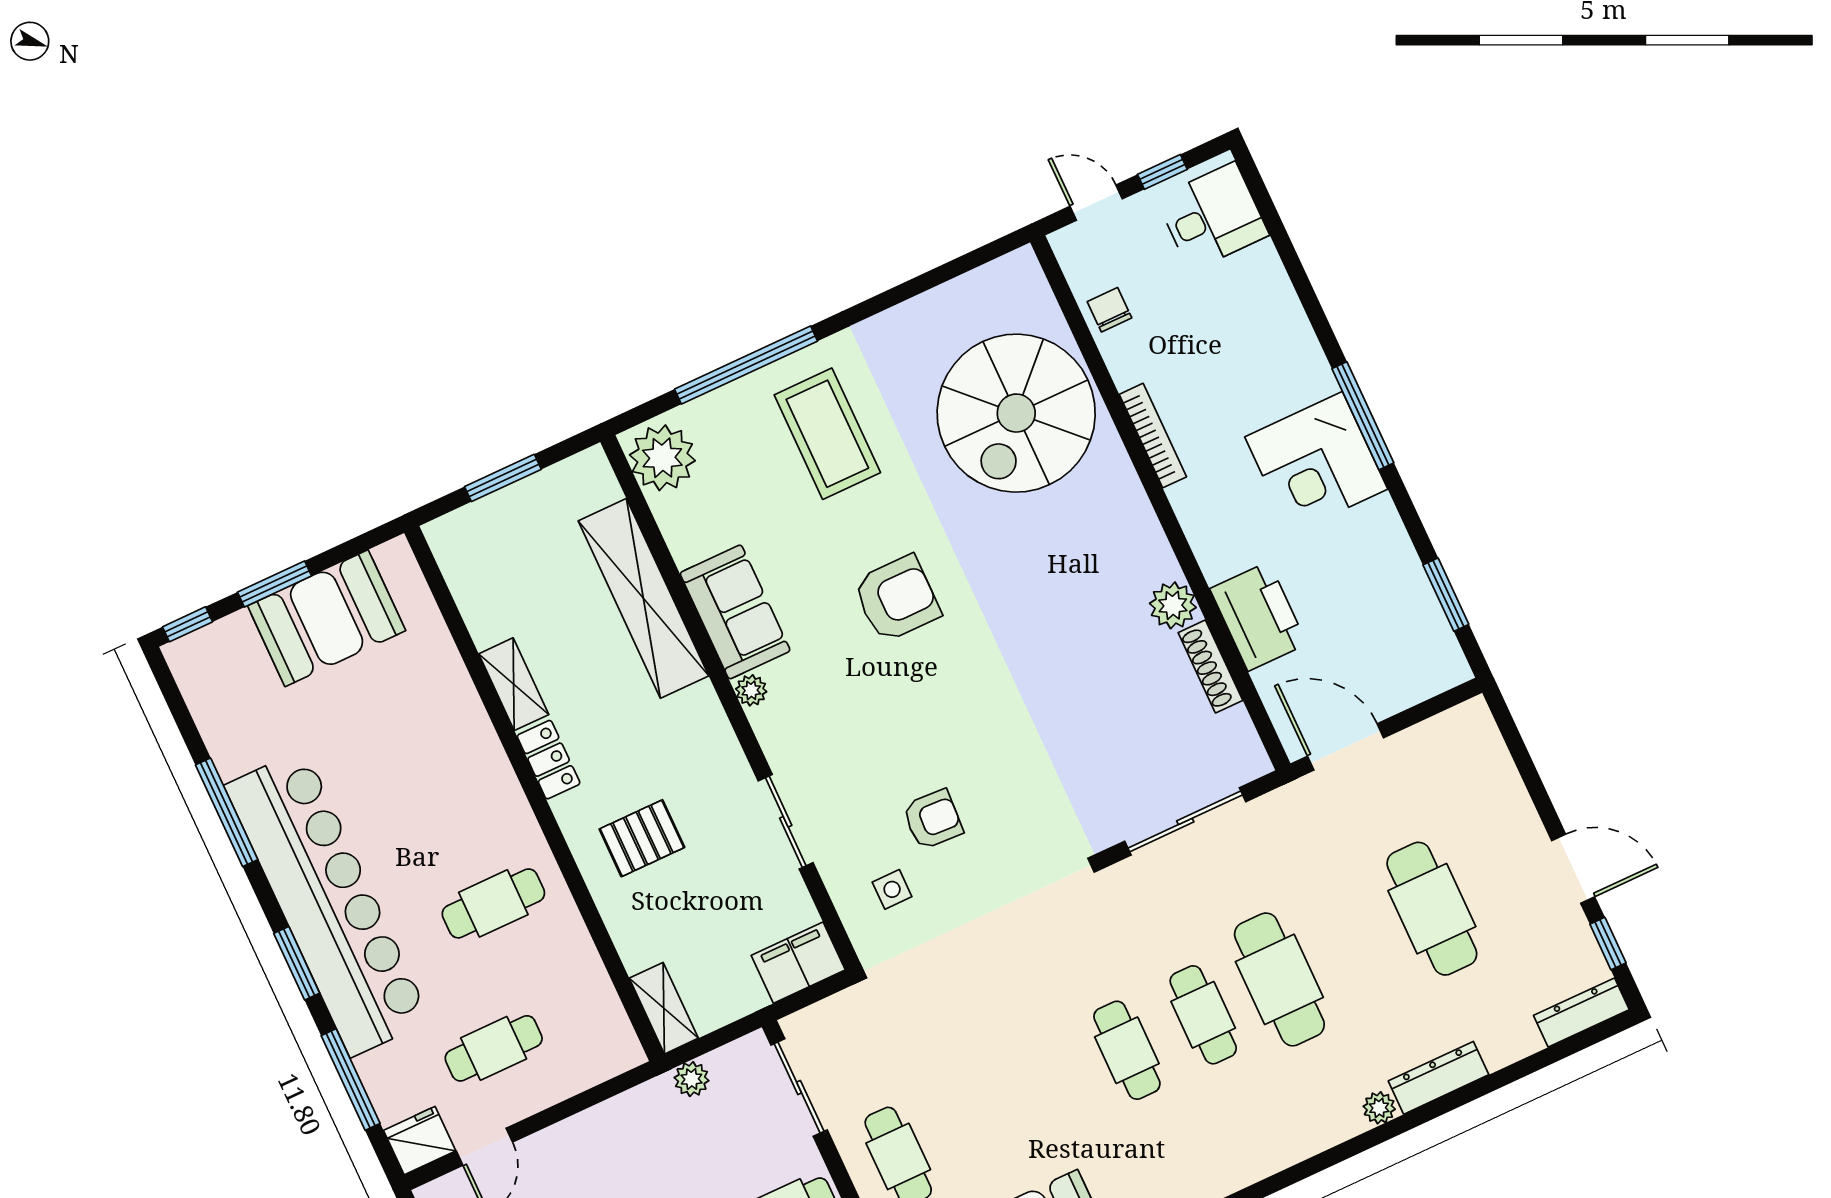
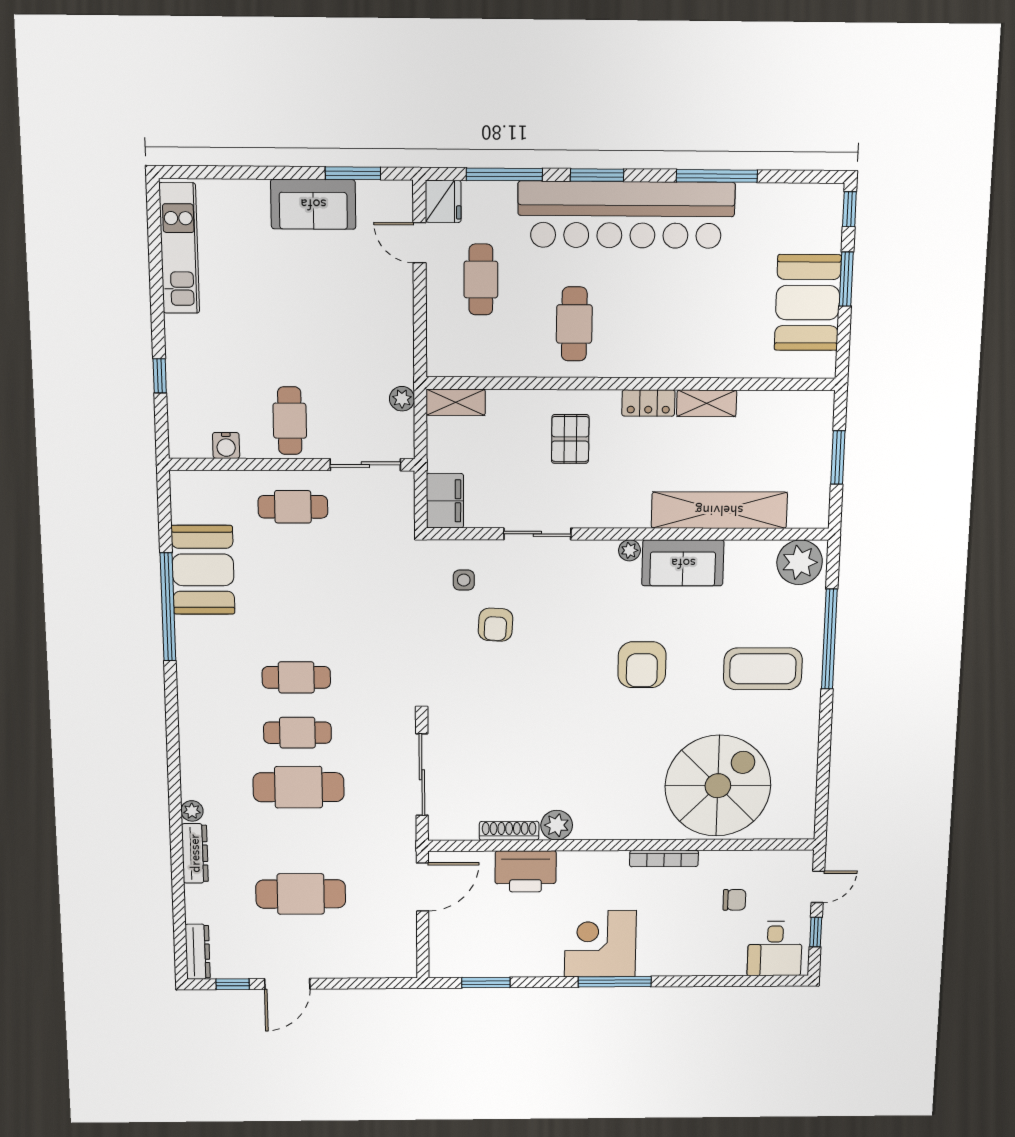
chair: (1110, 310) -> (734, 900), moved
spiral stairs: (1016, 413) -> (718, 786), turned 90

